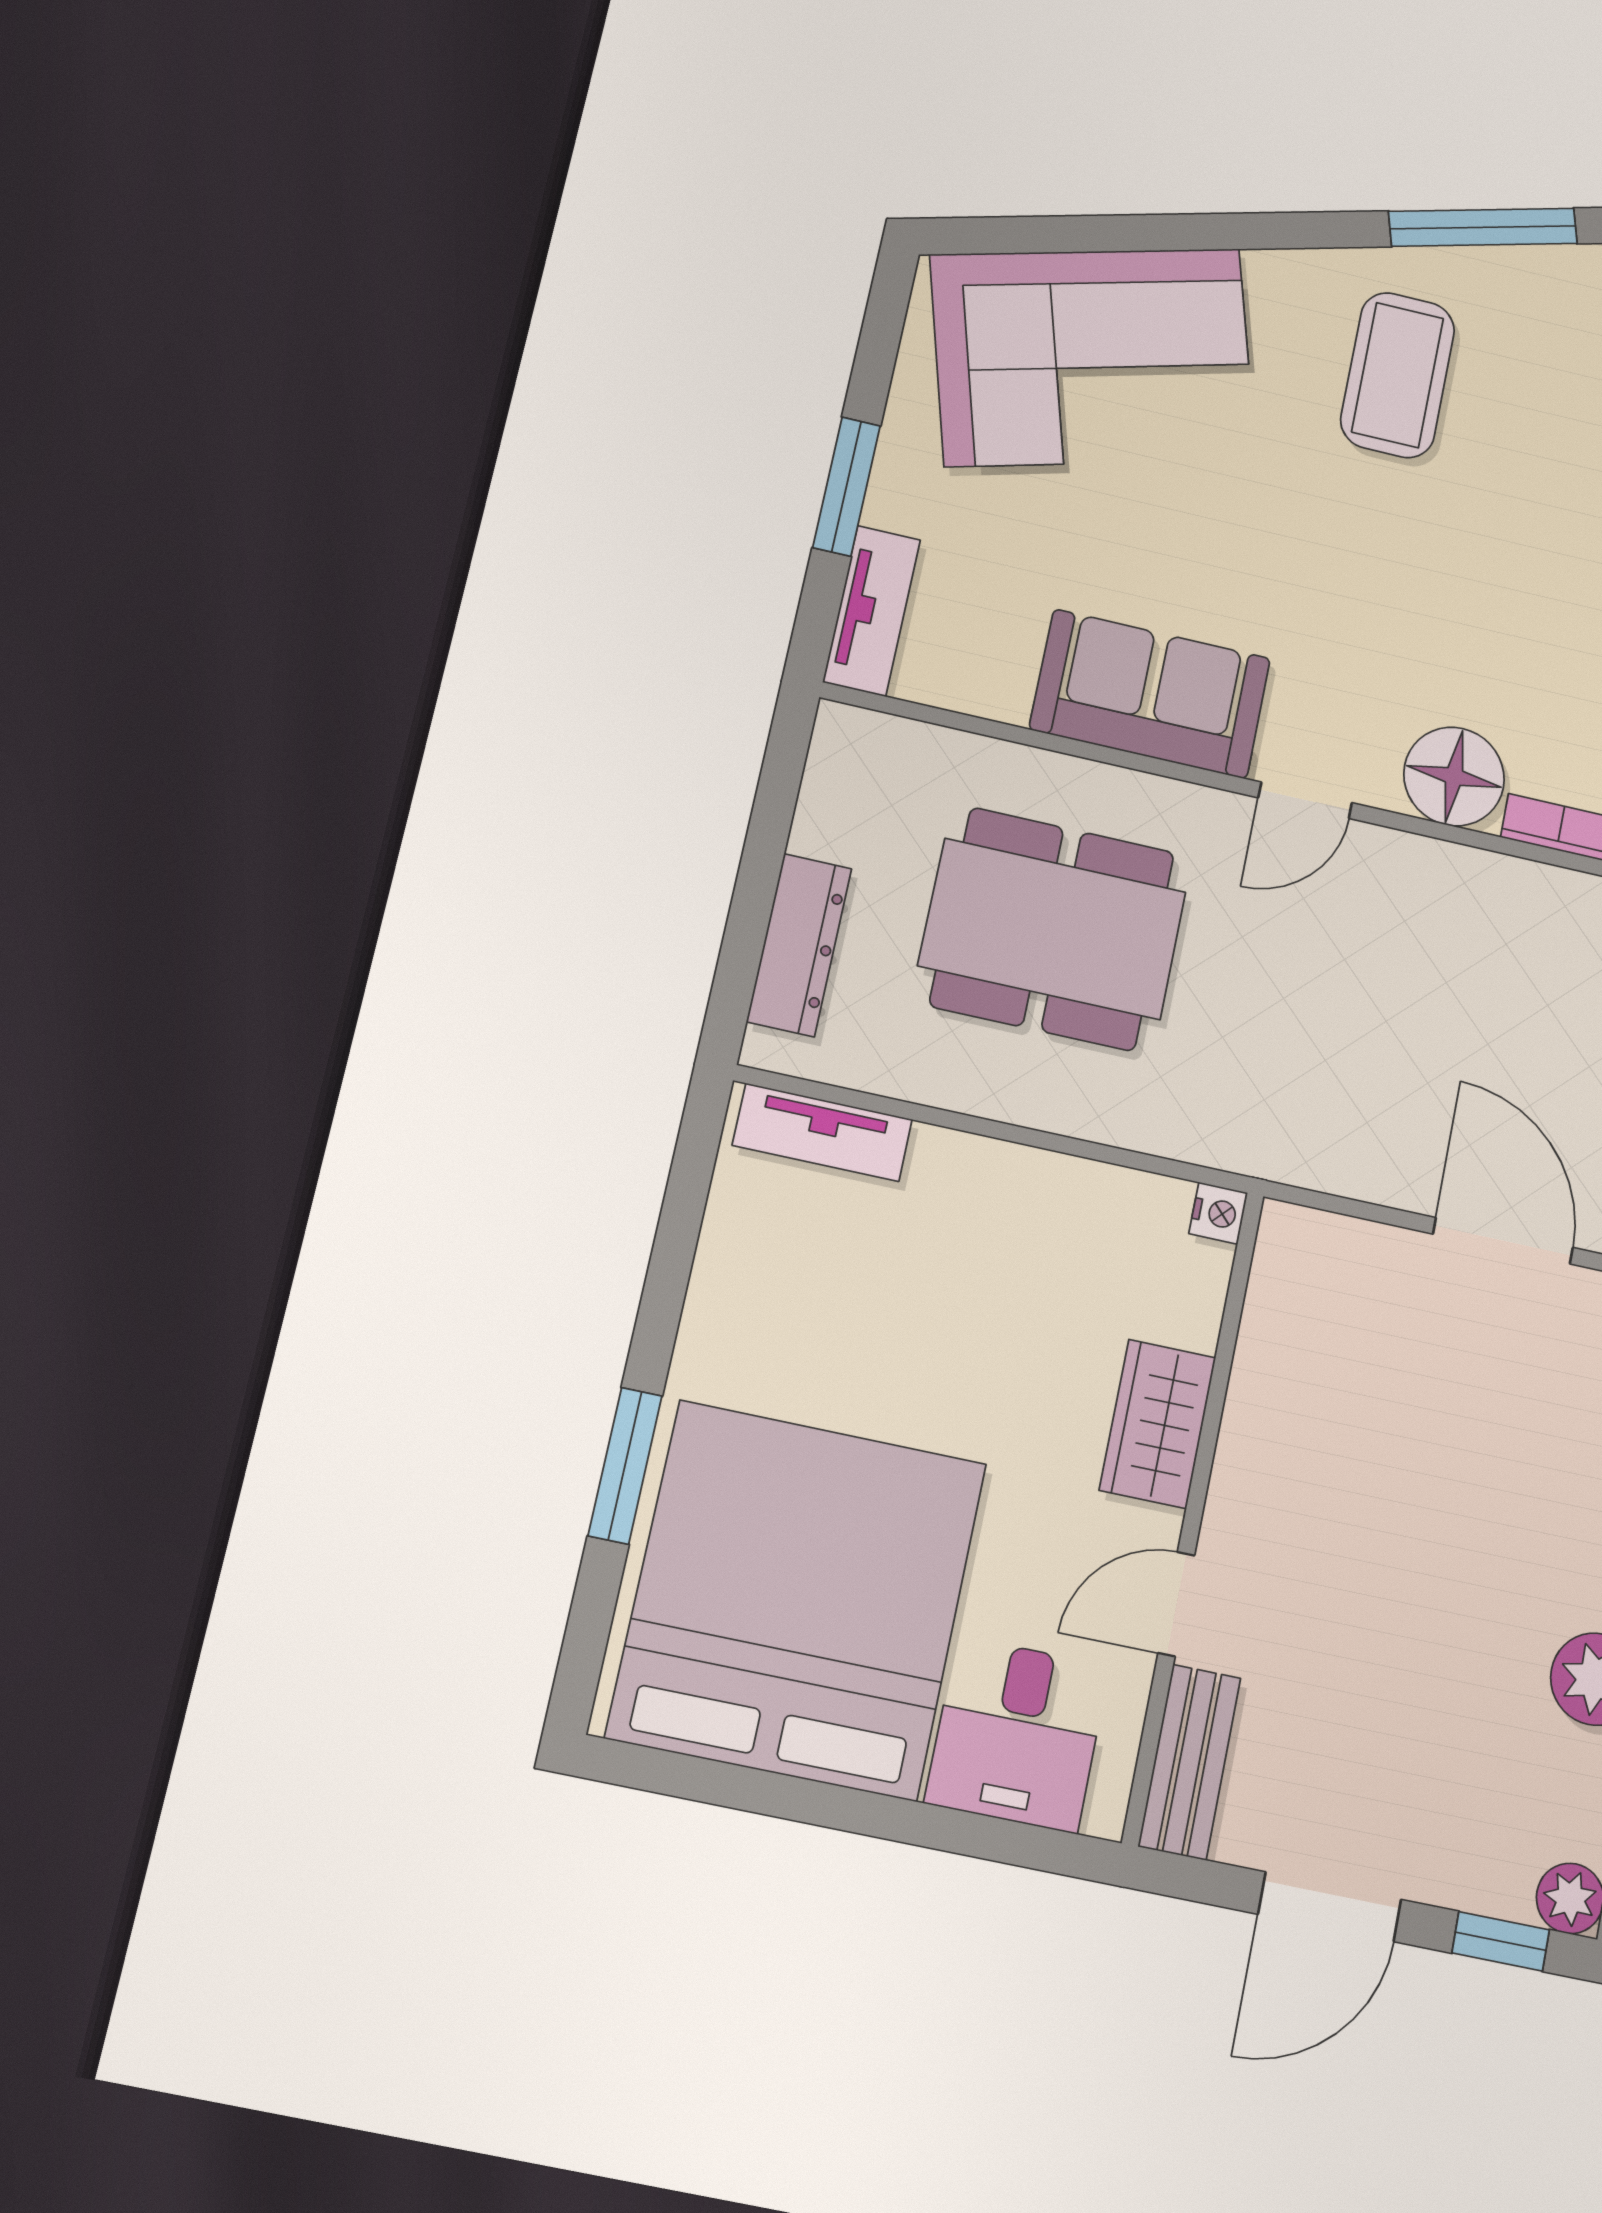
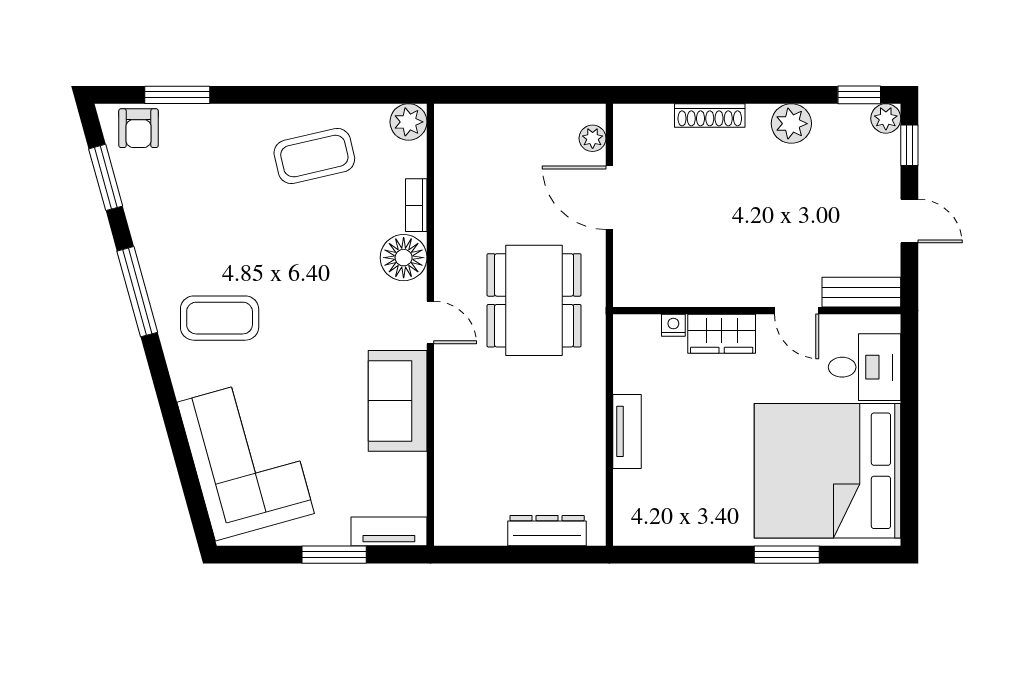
dining table: (1052, 929) -> (534, 300), moved
tv unit: (822, 1132) -> (627, 431), moved
nightstand: (1218, 1213) -> (673, 325), moved
door: (1503, 1241) -> (609, 198), hinge flipped
door: (1330, 1907) -> (909, 221), width x0.73

